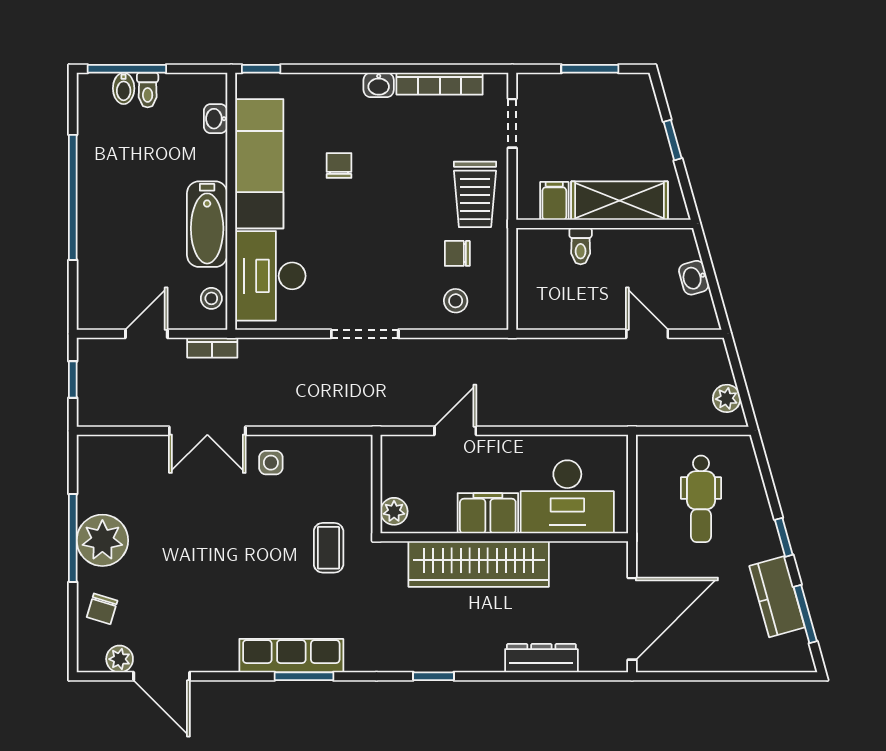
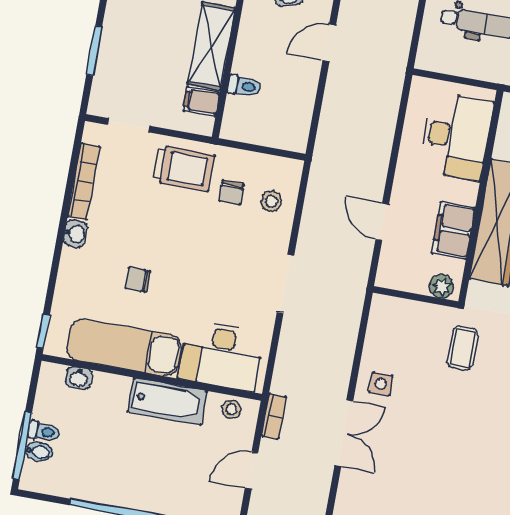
door: (146, 334) -> (252, 470), hinge flipped
filing cabinet: (488, 513) -> (453, 230), moved
coffee table: (329, 548) -> (462, 348), turned 90

